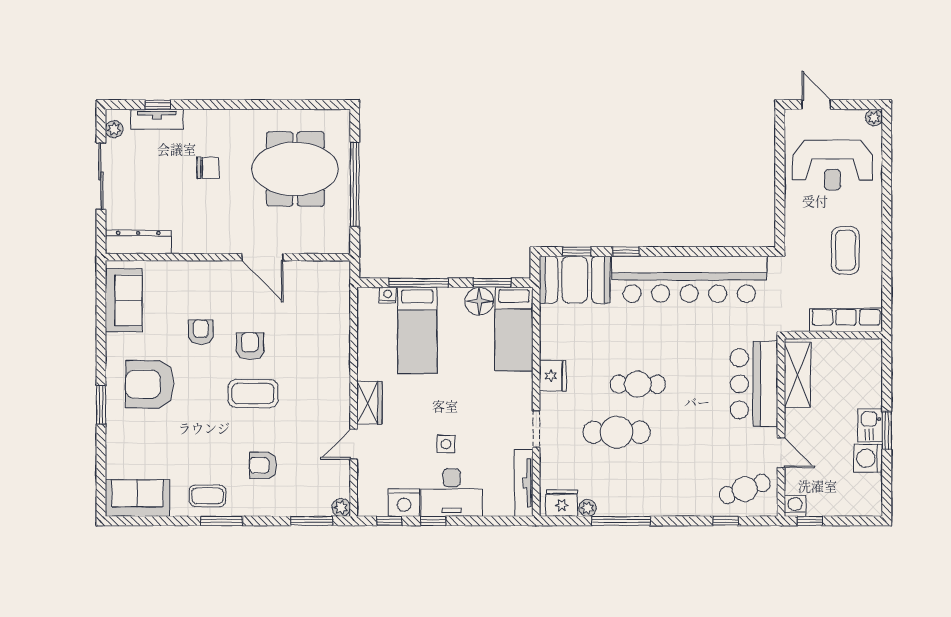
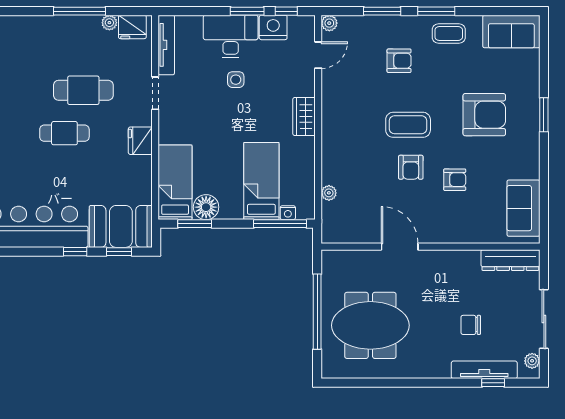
tv unit: (157, 119) -> (484, 370), width x1.41
chair: (208, 168) -> (471, 325), moved
window: (418, 283) -> (280, 224), moved
plant: (342, 317) -> (329, 193), added
armchair: (201, 332) -> (455, 180), turned -90
armchair: (150, 384) -> (484, 115), moved
door: (354, 444) -> (318, 55), moved
window: (312, 521) -> (382, 11), moved
window: (433, 521) -> (247, 11), width x1.50

